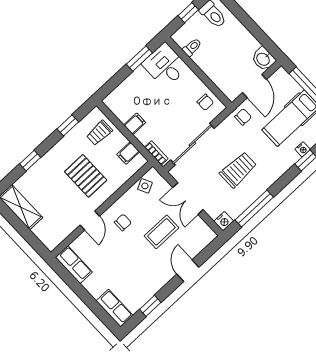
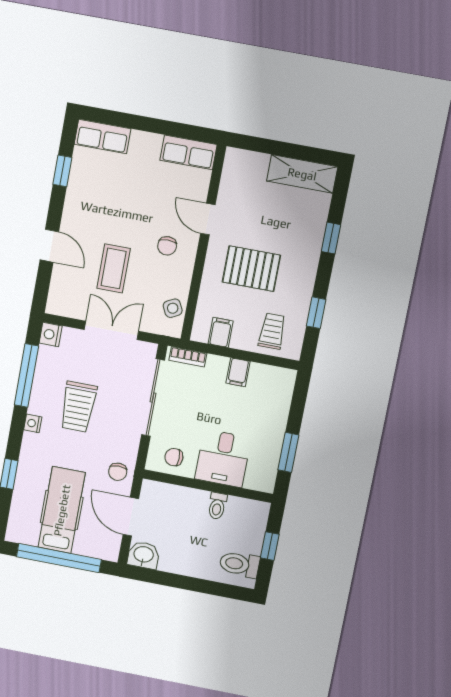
toilet: (192, 47) -> (217, 506), moved
desk: (165, 66) -> (223, 458), moved, turned 90
nightstand: (303, 149) -> (33, 423), moved

